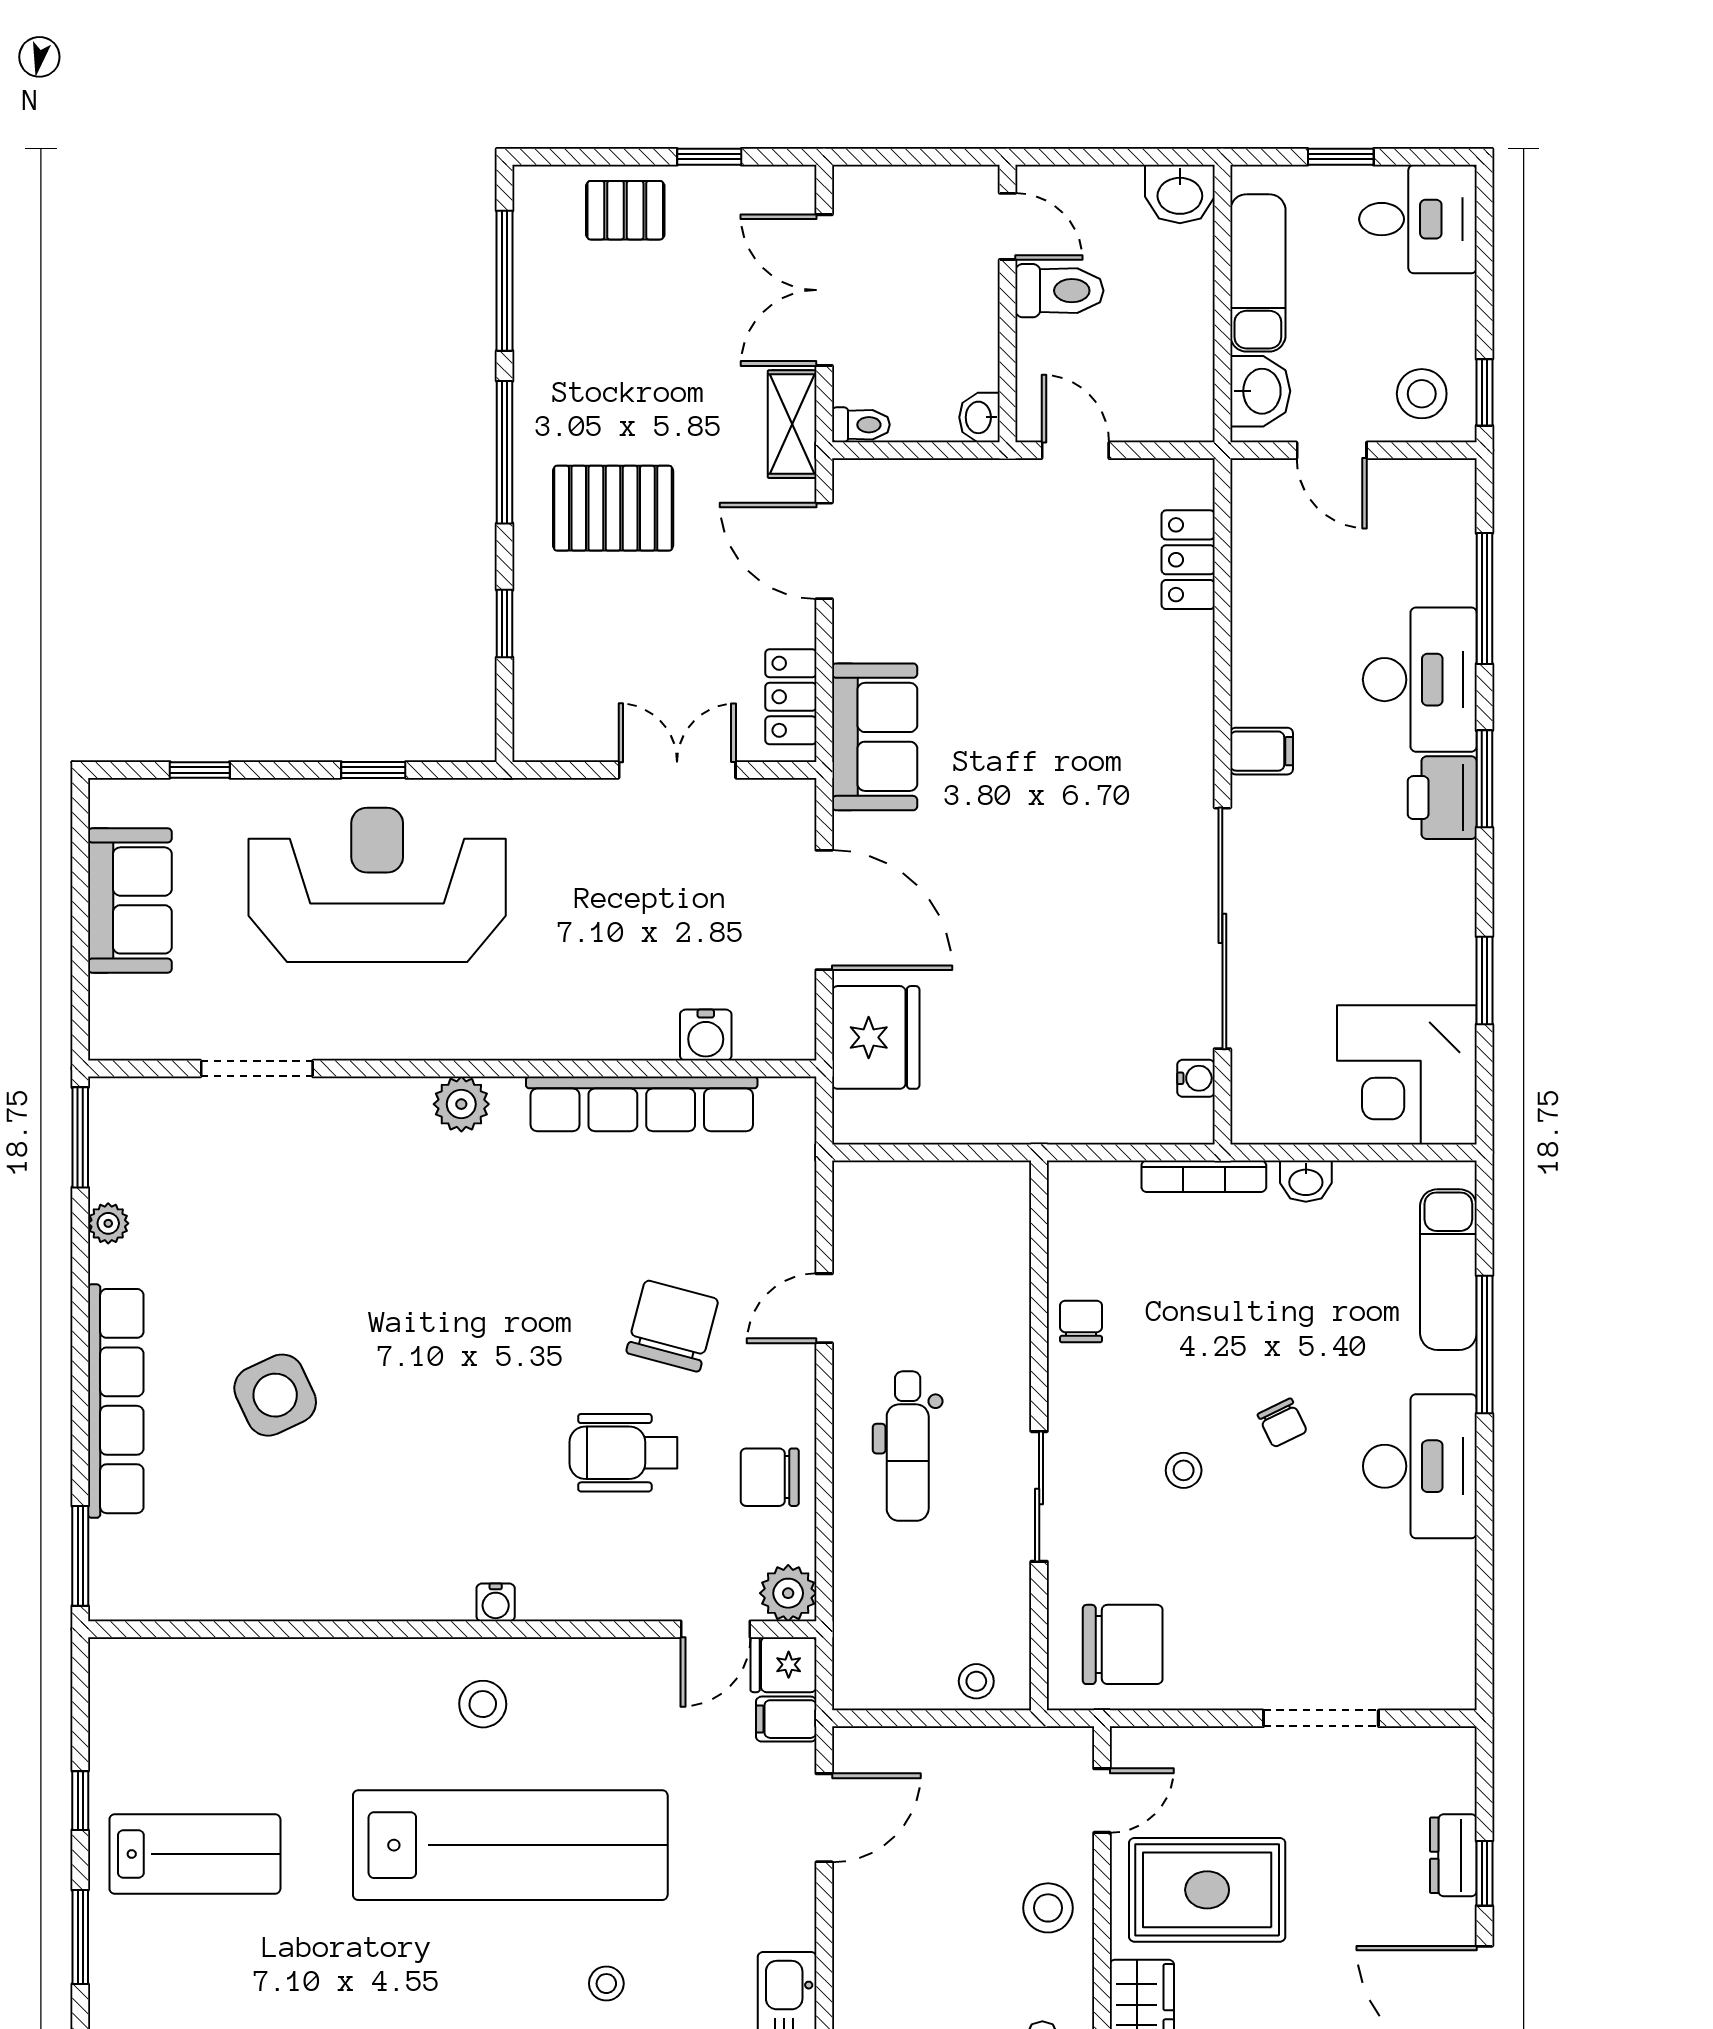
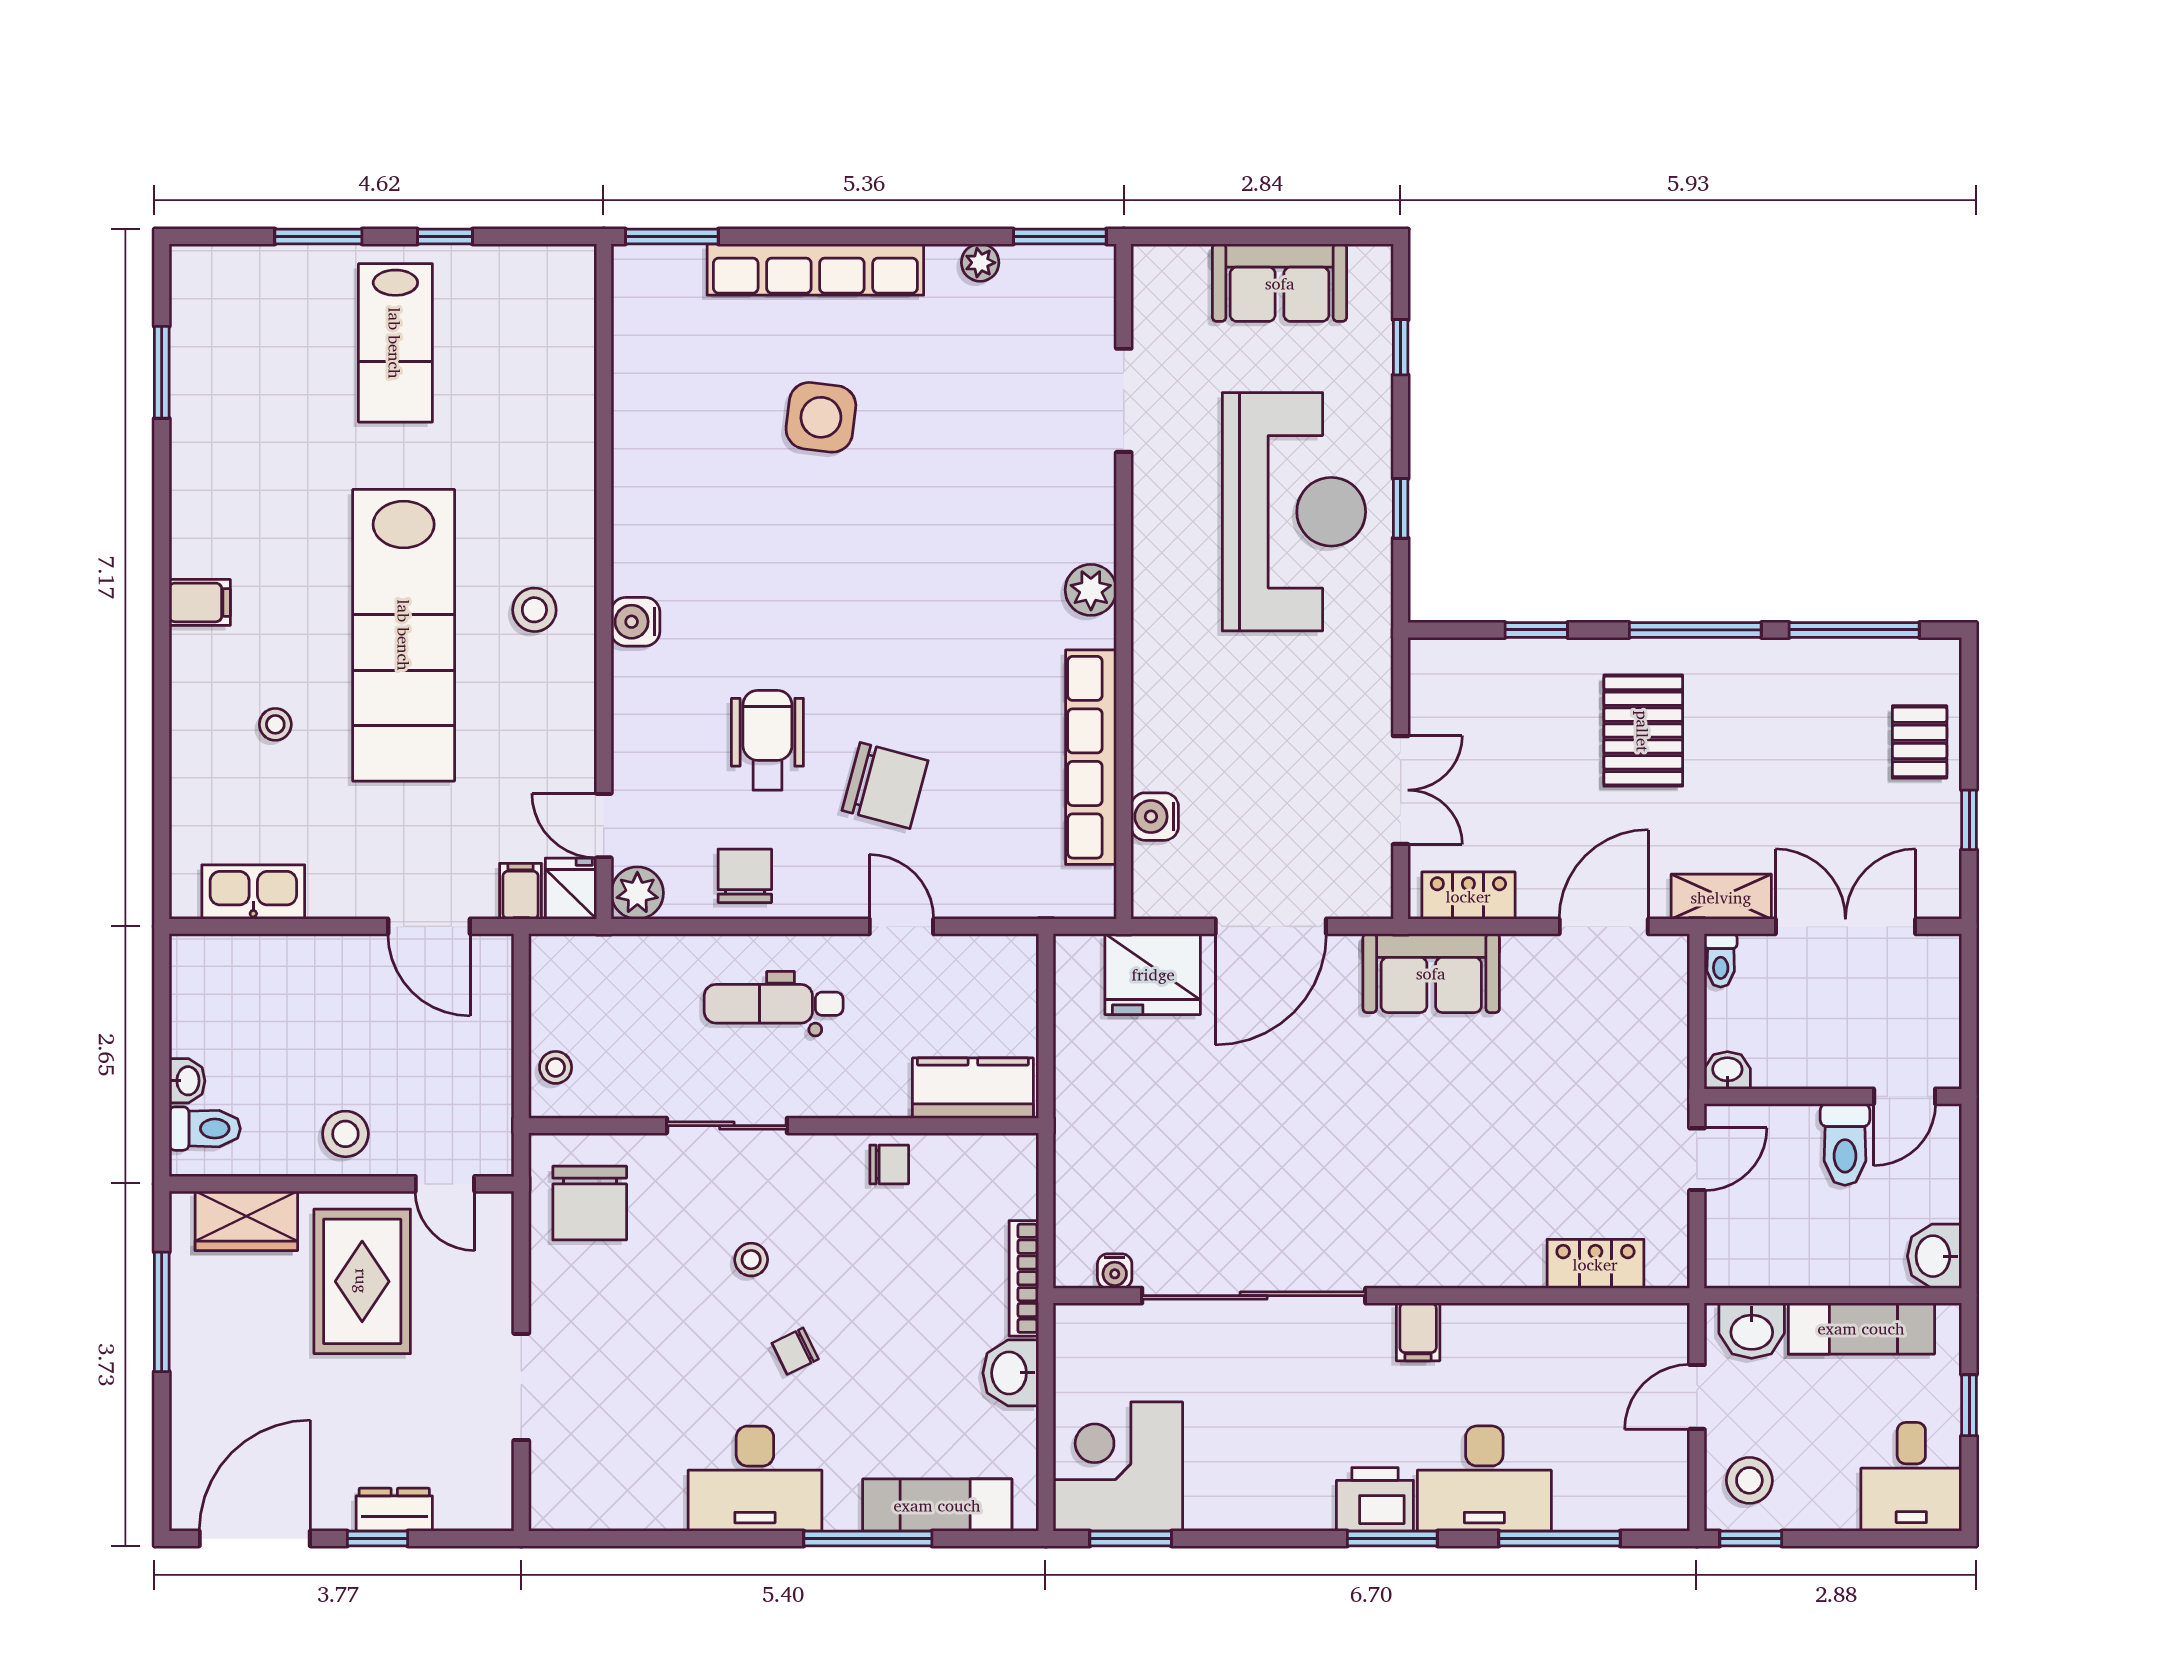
window: (1484, 980) -> (1131, 1539), moved
washbasin: (1306, 1181) -> (1011, 1373), width x1.38, depth x1.45
kitchen counter: (999, 1231) -> (973, 1088), added
side table: (275, 1395) -> (821, 417), turned 32
water cooler: (496, 1602) -> (635, 622), width x1.38, depth x1.38

